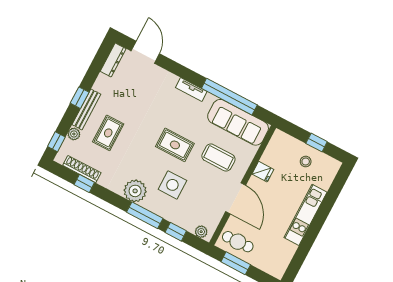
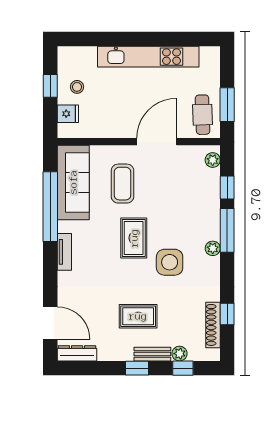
door: (145, 52) -> (50, 323), swing flipped
bench: (86, 109) -> (152, 354), width x0.73
rug: (108, 133) -> (138, 316), moved
window: (56, 142) -> (183, 368), moved
fridge: (263, 172) -> (68, 114), moved, turned 90
side table: (172, 185) -> (170, 262), moved
plant: (135, 191) -> (213, 248), width x0.53, depth x0.53
kitchen unit: (306, 215) -> (148, 57), width x1.36

